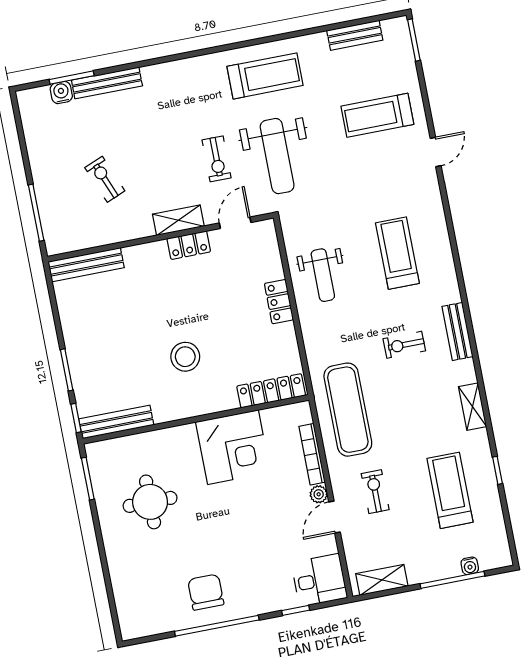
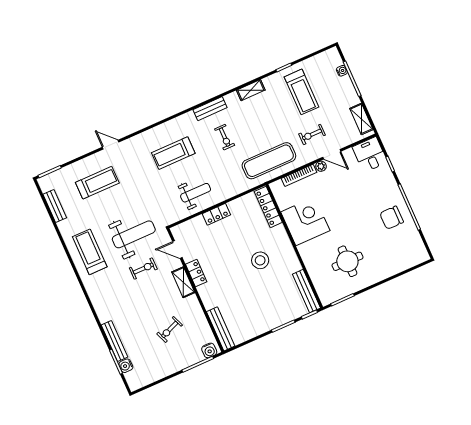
treadmill: (377, 115) -> (97, 183), turned -90
water cooler: (55, 237) -> (209, 350), added
treadmill: (450, 490) -> (301, 92), turned -90

